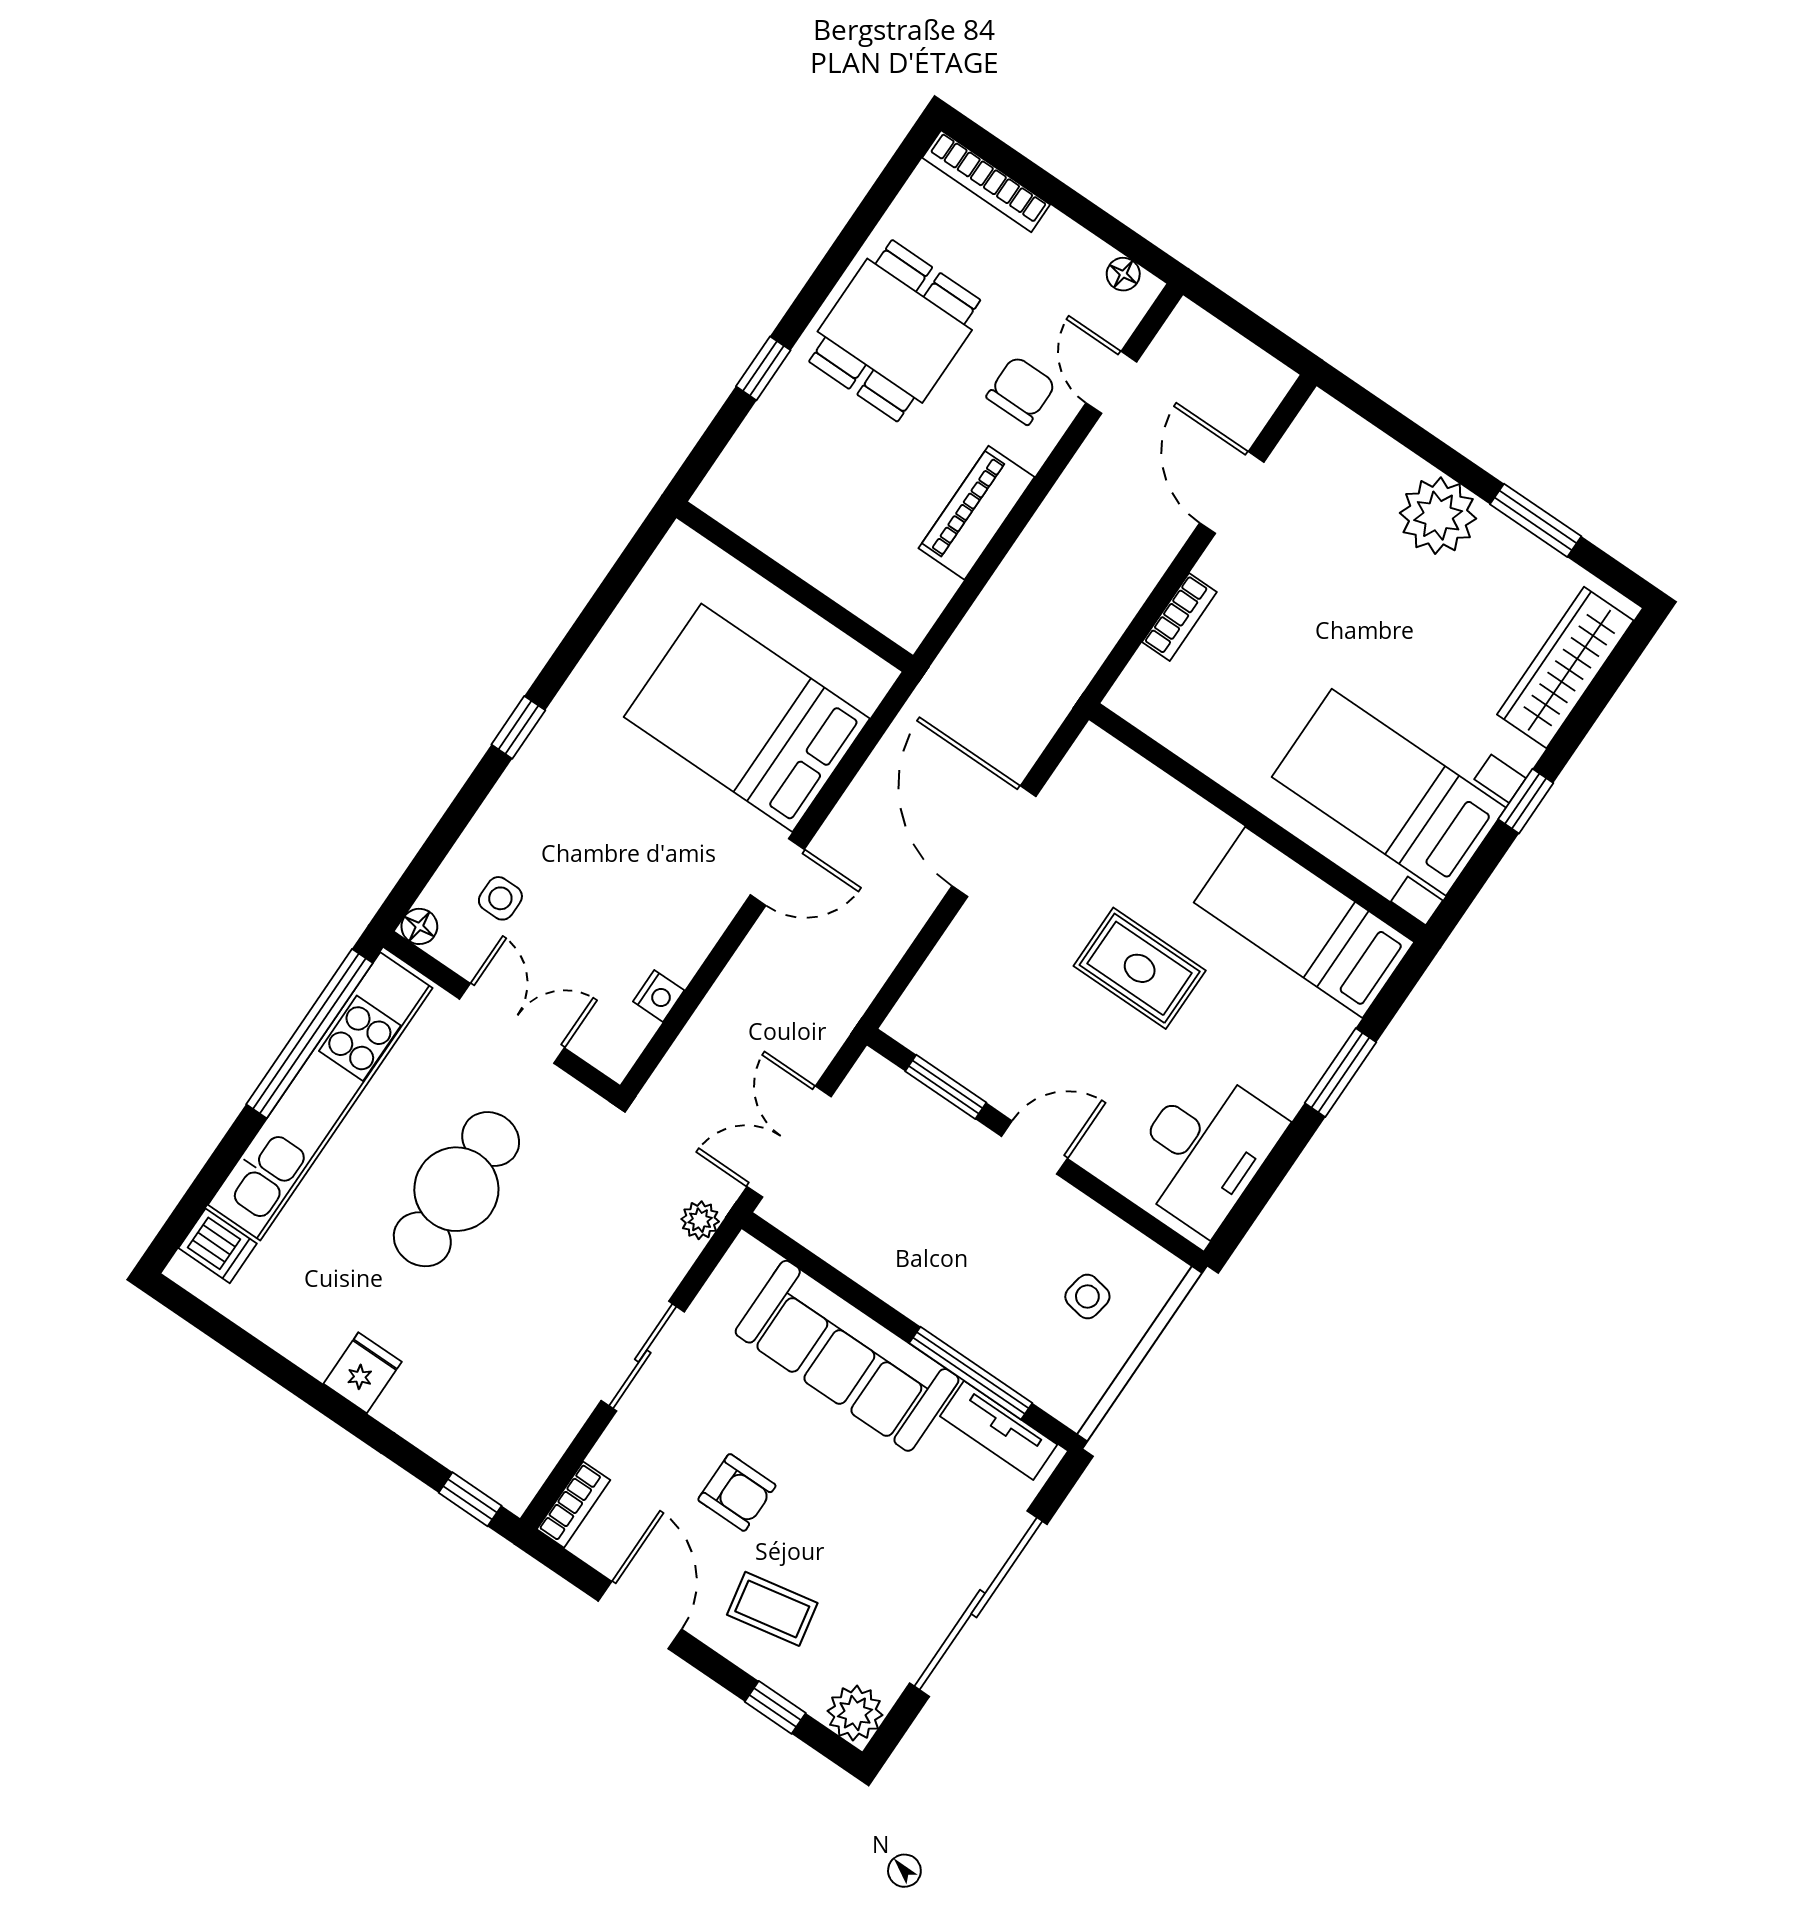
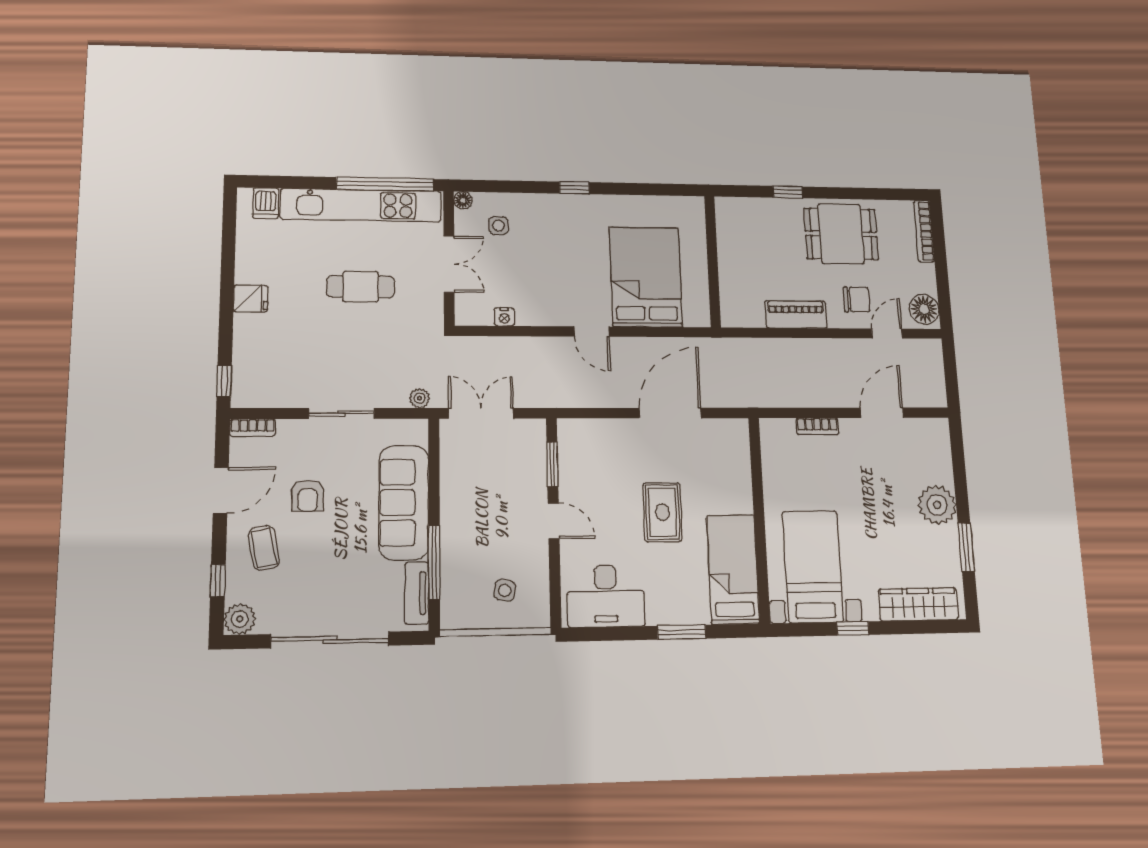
floor lamp: (1123, 274) -> (924, 309), width x1.89, depth x1.89
cafe table: (456, 1189) -> (361, 287), width x0.73, depth x0.74

